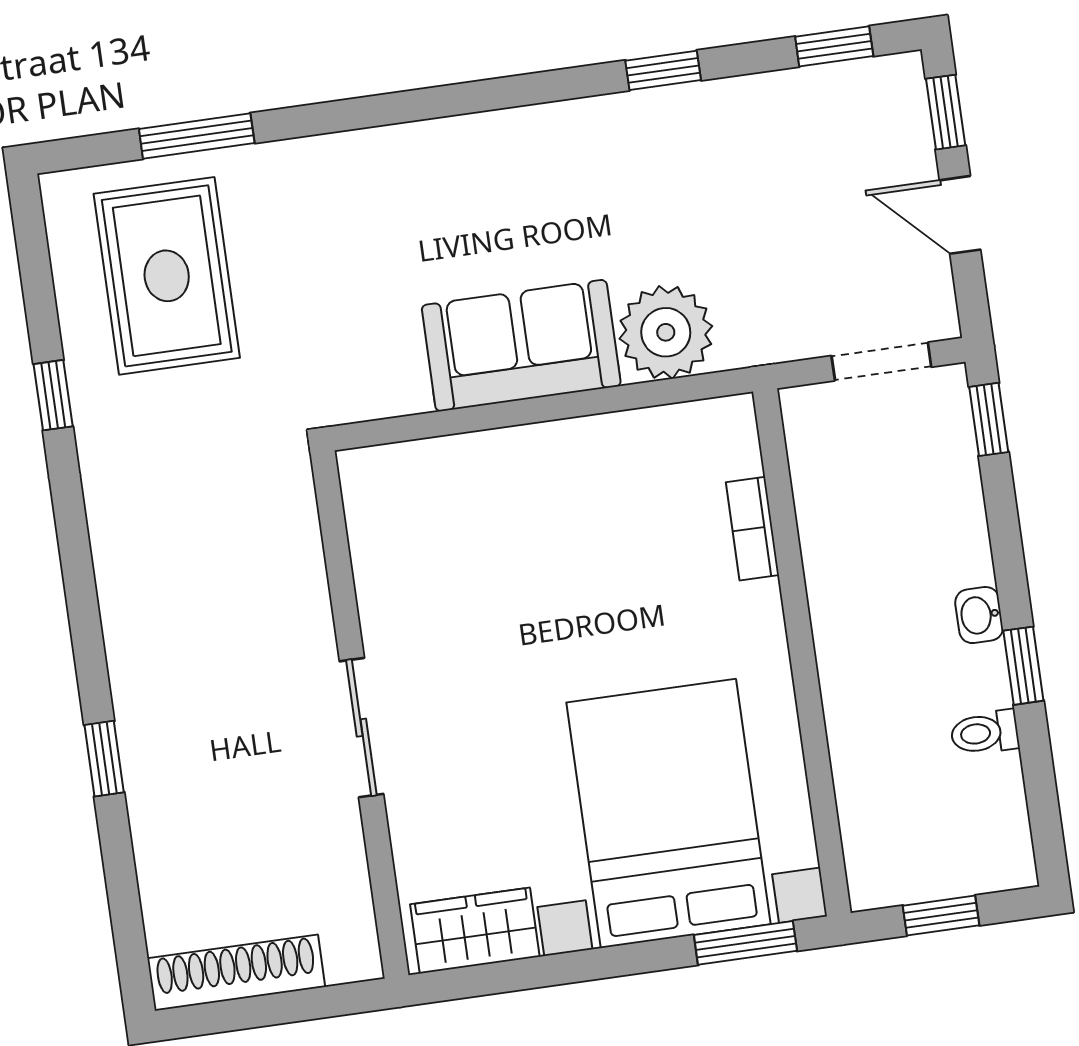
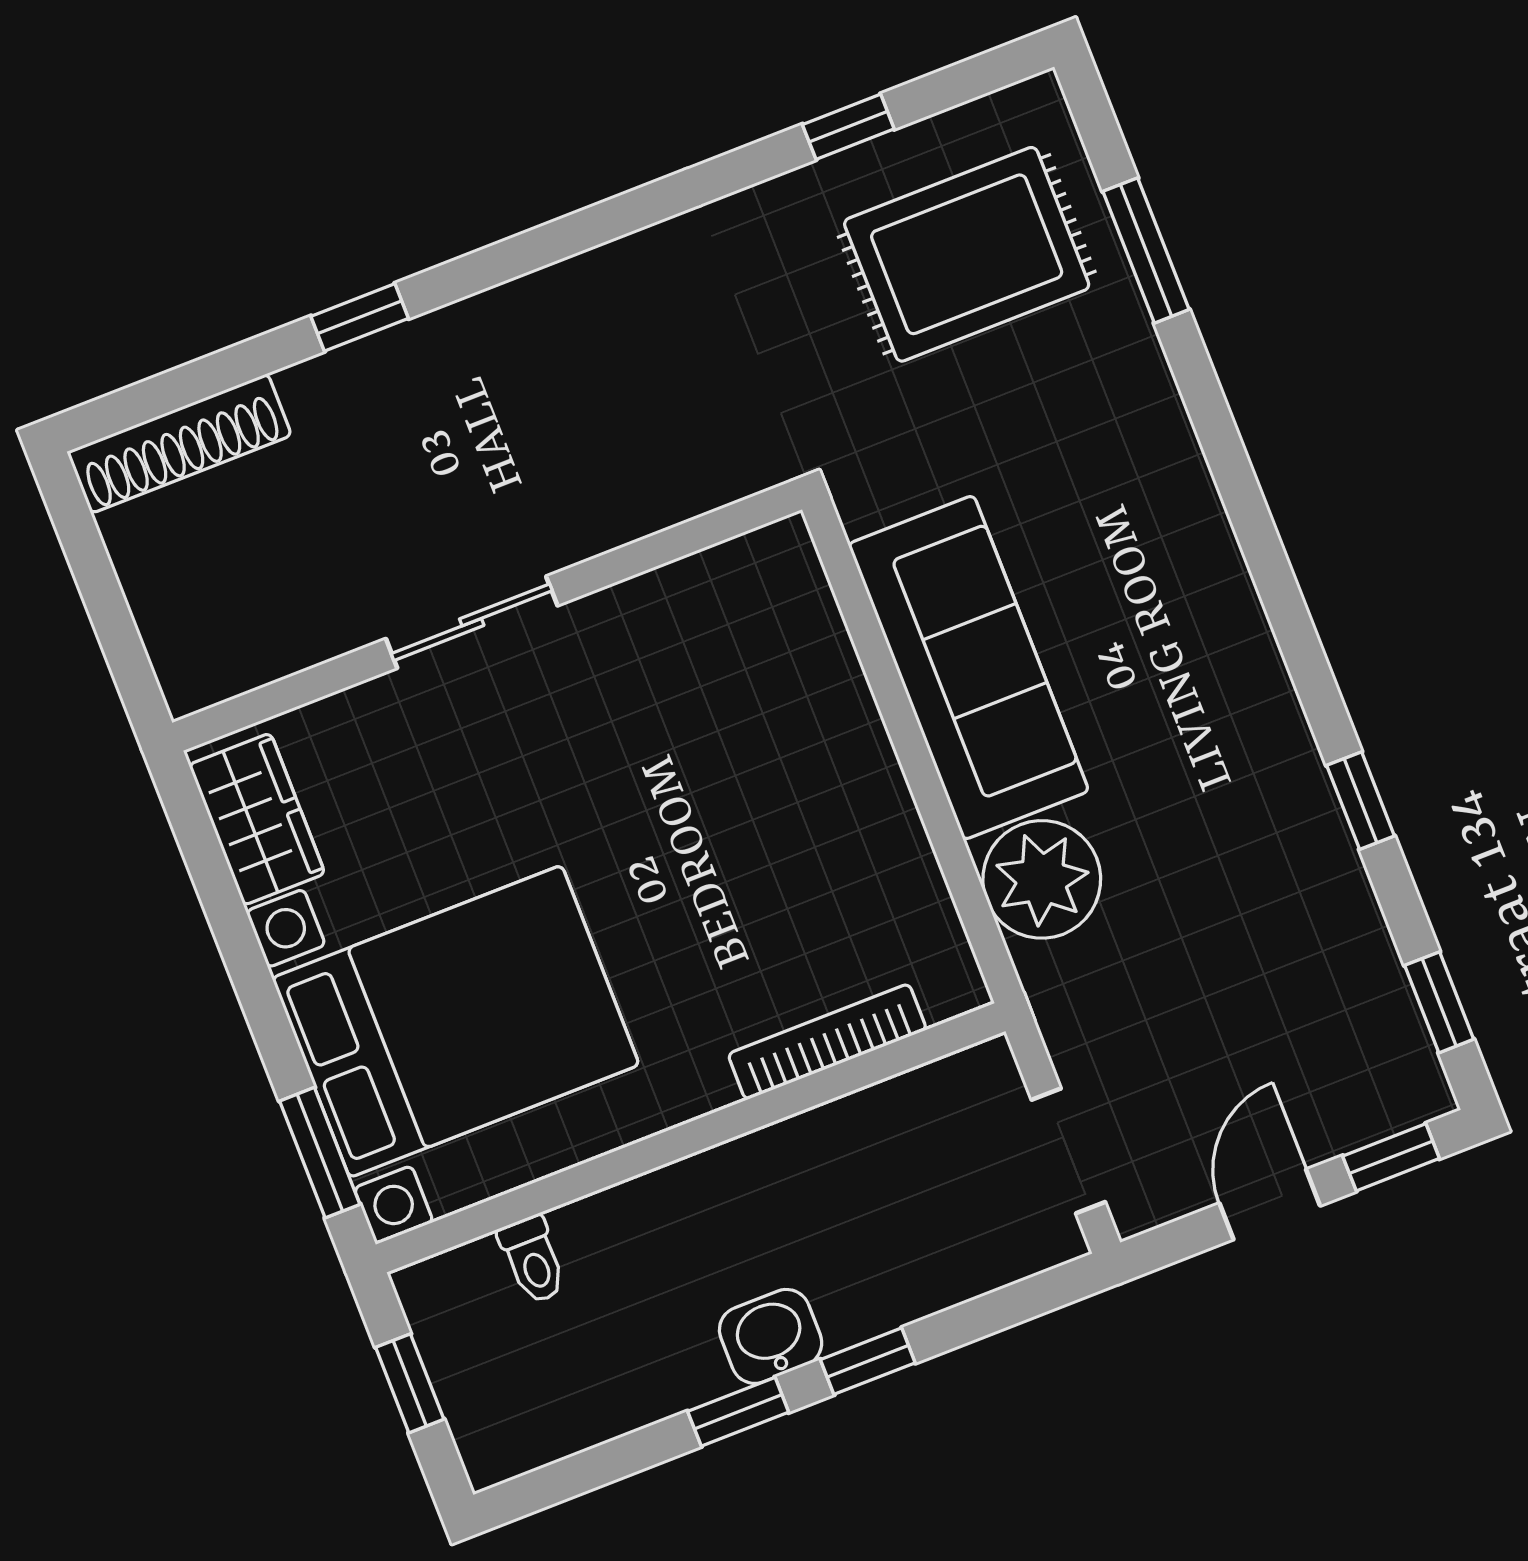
sofa: (521, 346) -> (969, 668), width x1.36
window: (53, 395) -> (848, 127), moved
window: (989, 419) -> (868, 1361), moved
bookcase: (752, 529) -> (827, 1042), width x1.56
washbasin: (979, 615) -> (771, 1336), width x1.38, depth x1.45
toilet: (985, 733) -> (533, 1260), moved, turned 180
shoe rack: (236, 973) -> (179, 443), moved, turned 90

